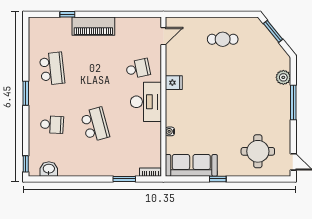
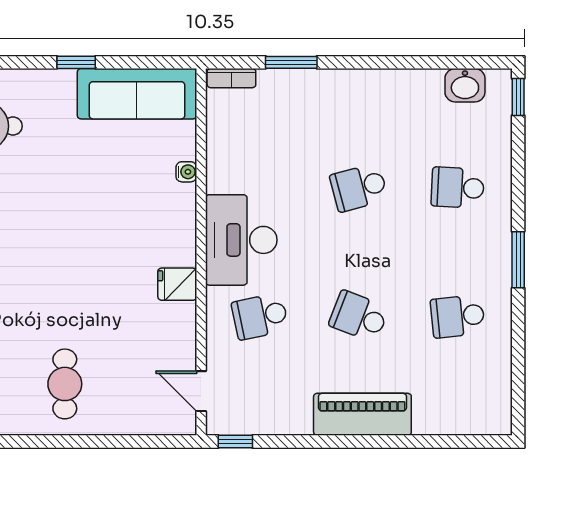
window: (67, 14) -> (235, 442), moved
door: (163, 36) -> (201, 391), hinge flipped
cafe table: (223, 39) -> (65, 384), turned 90
school desk: (52, 69) -> (458, 316), width x0.54
school desk: (95, 69) -> (359, 316), added
school desk: (95, 125) -> (359, 188), width x0.54

